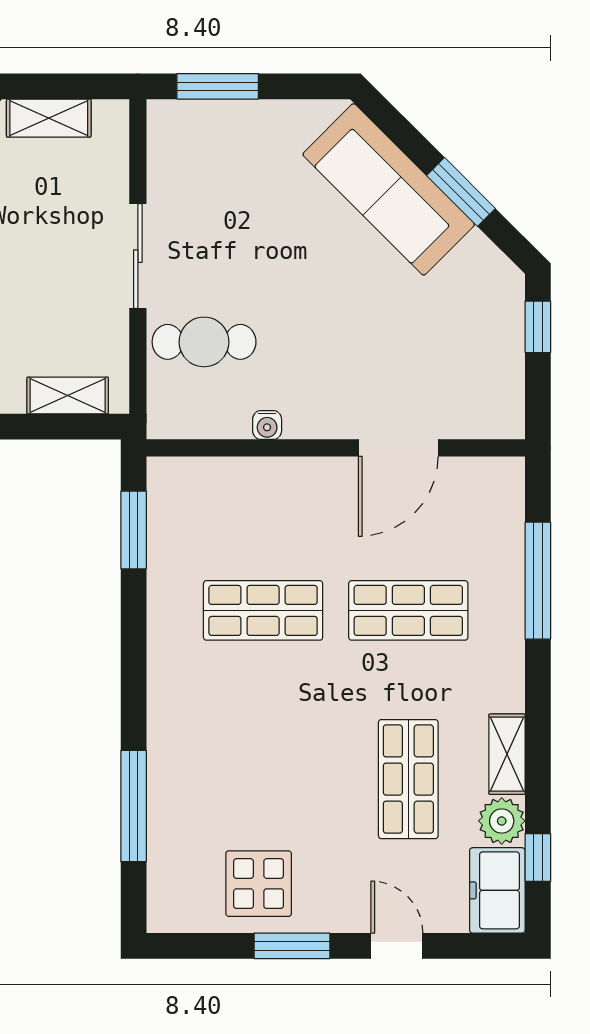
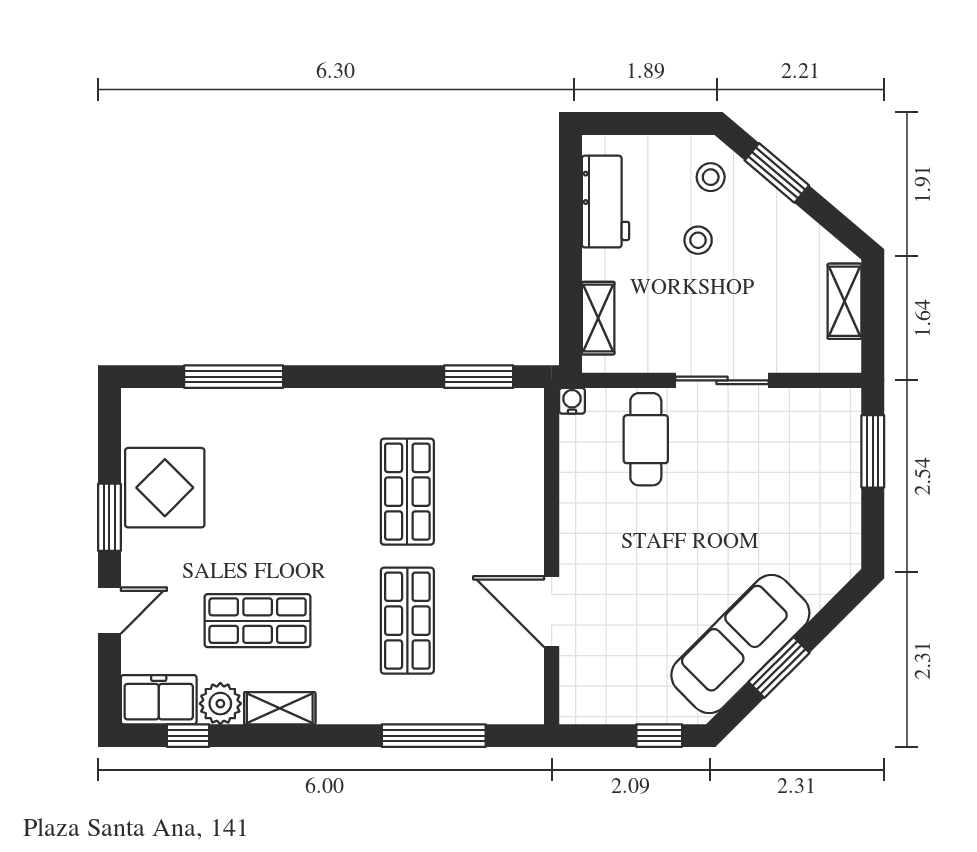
sofa: (389, 189) -> (740, 644), moved
water cooler: (267, 425) -> (572, 401), moved, turned 90
display table: (259, 884) -> (165, 488), width x1.36, depth x1.36

